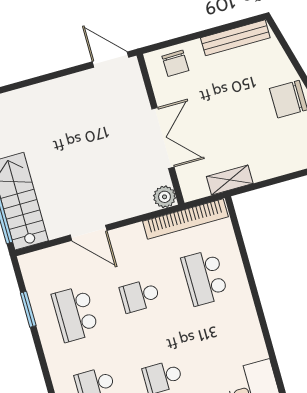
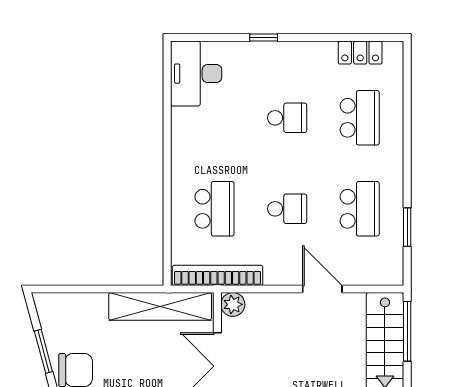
shelving: (230, 180) -> (160, 306), width x2.20, depth x1.33

